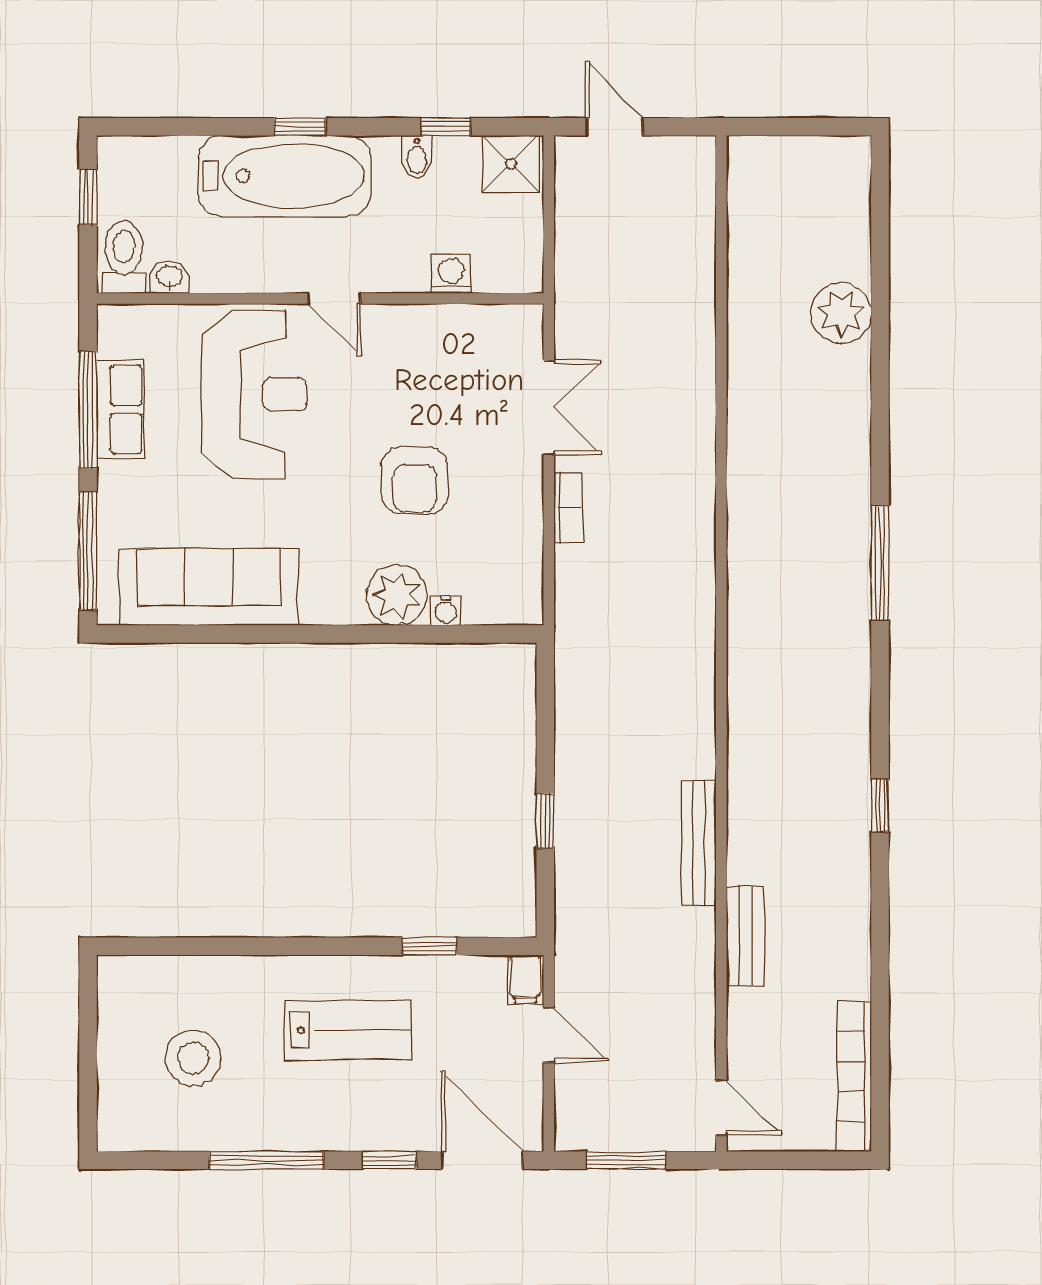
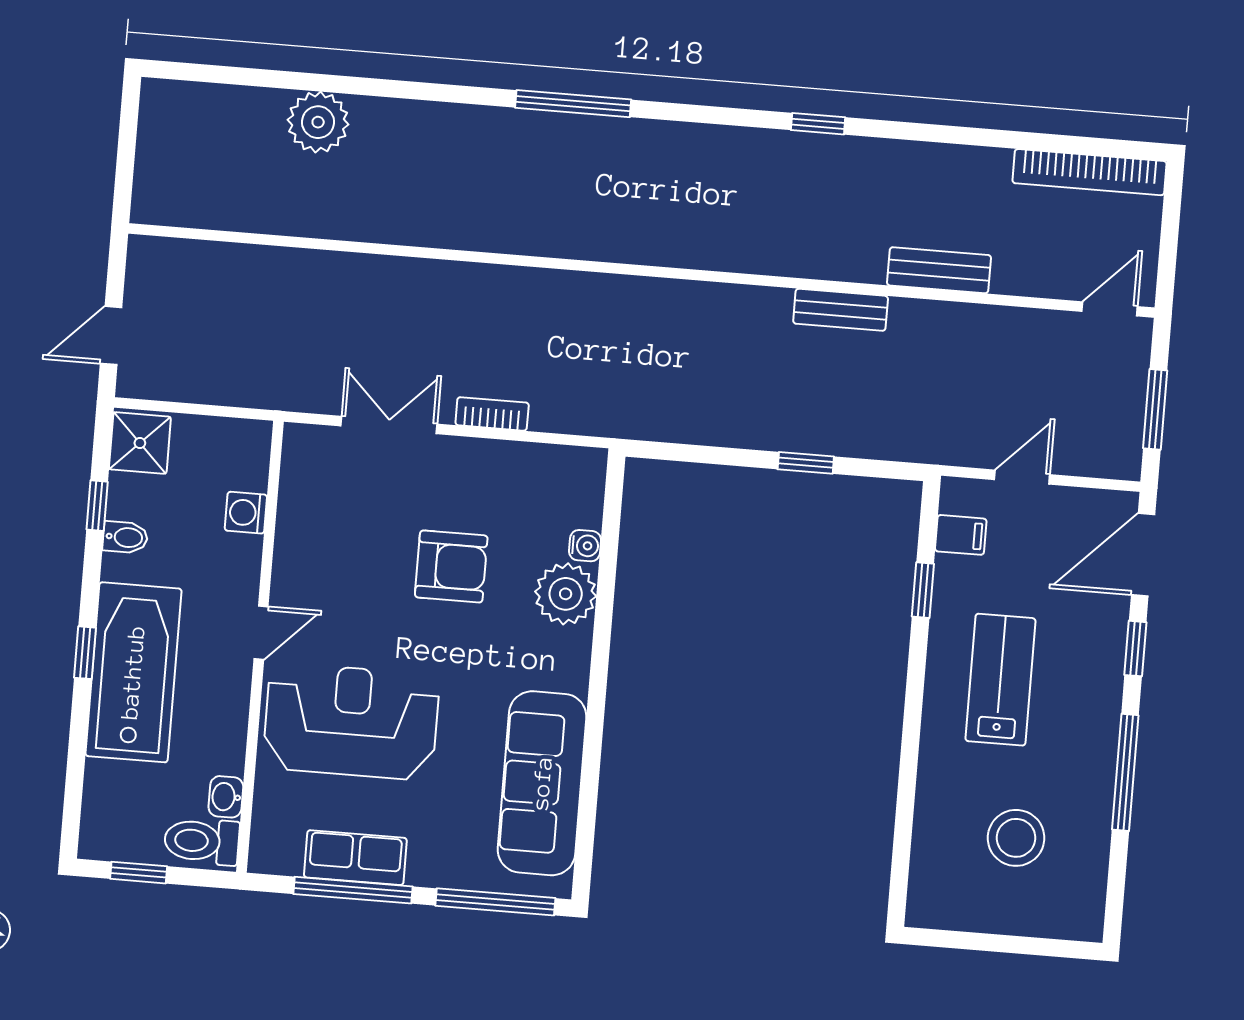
bench: (699, 843) -> (841, 310), width x0.73
filing cabinet: (525, 979) -> (961, 535), moved

